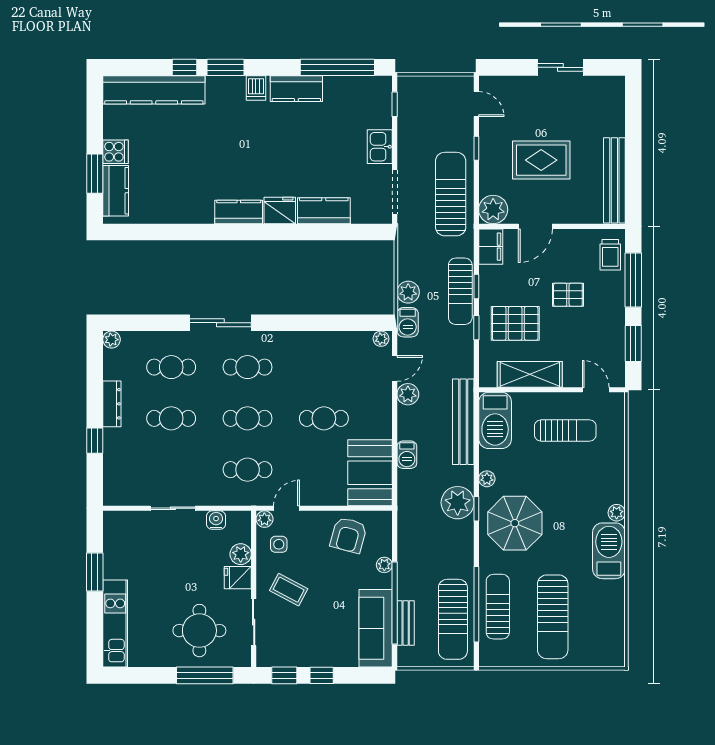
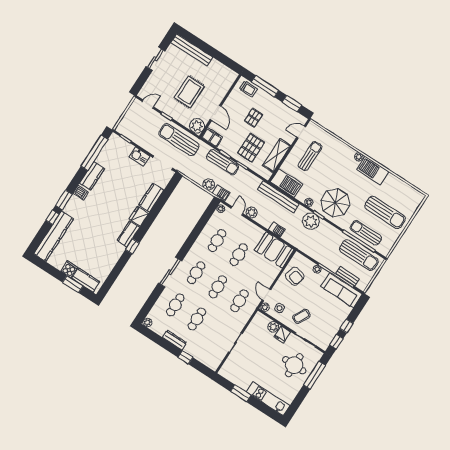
bench: (614, 180) -> (192, 50), moved
window: (222, 232) -> (132, 246), added
cafe table: (324, 367) -> (217, 241), added
water cooler: (216, 520) -> (252, 328), removed

